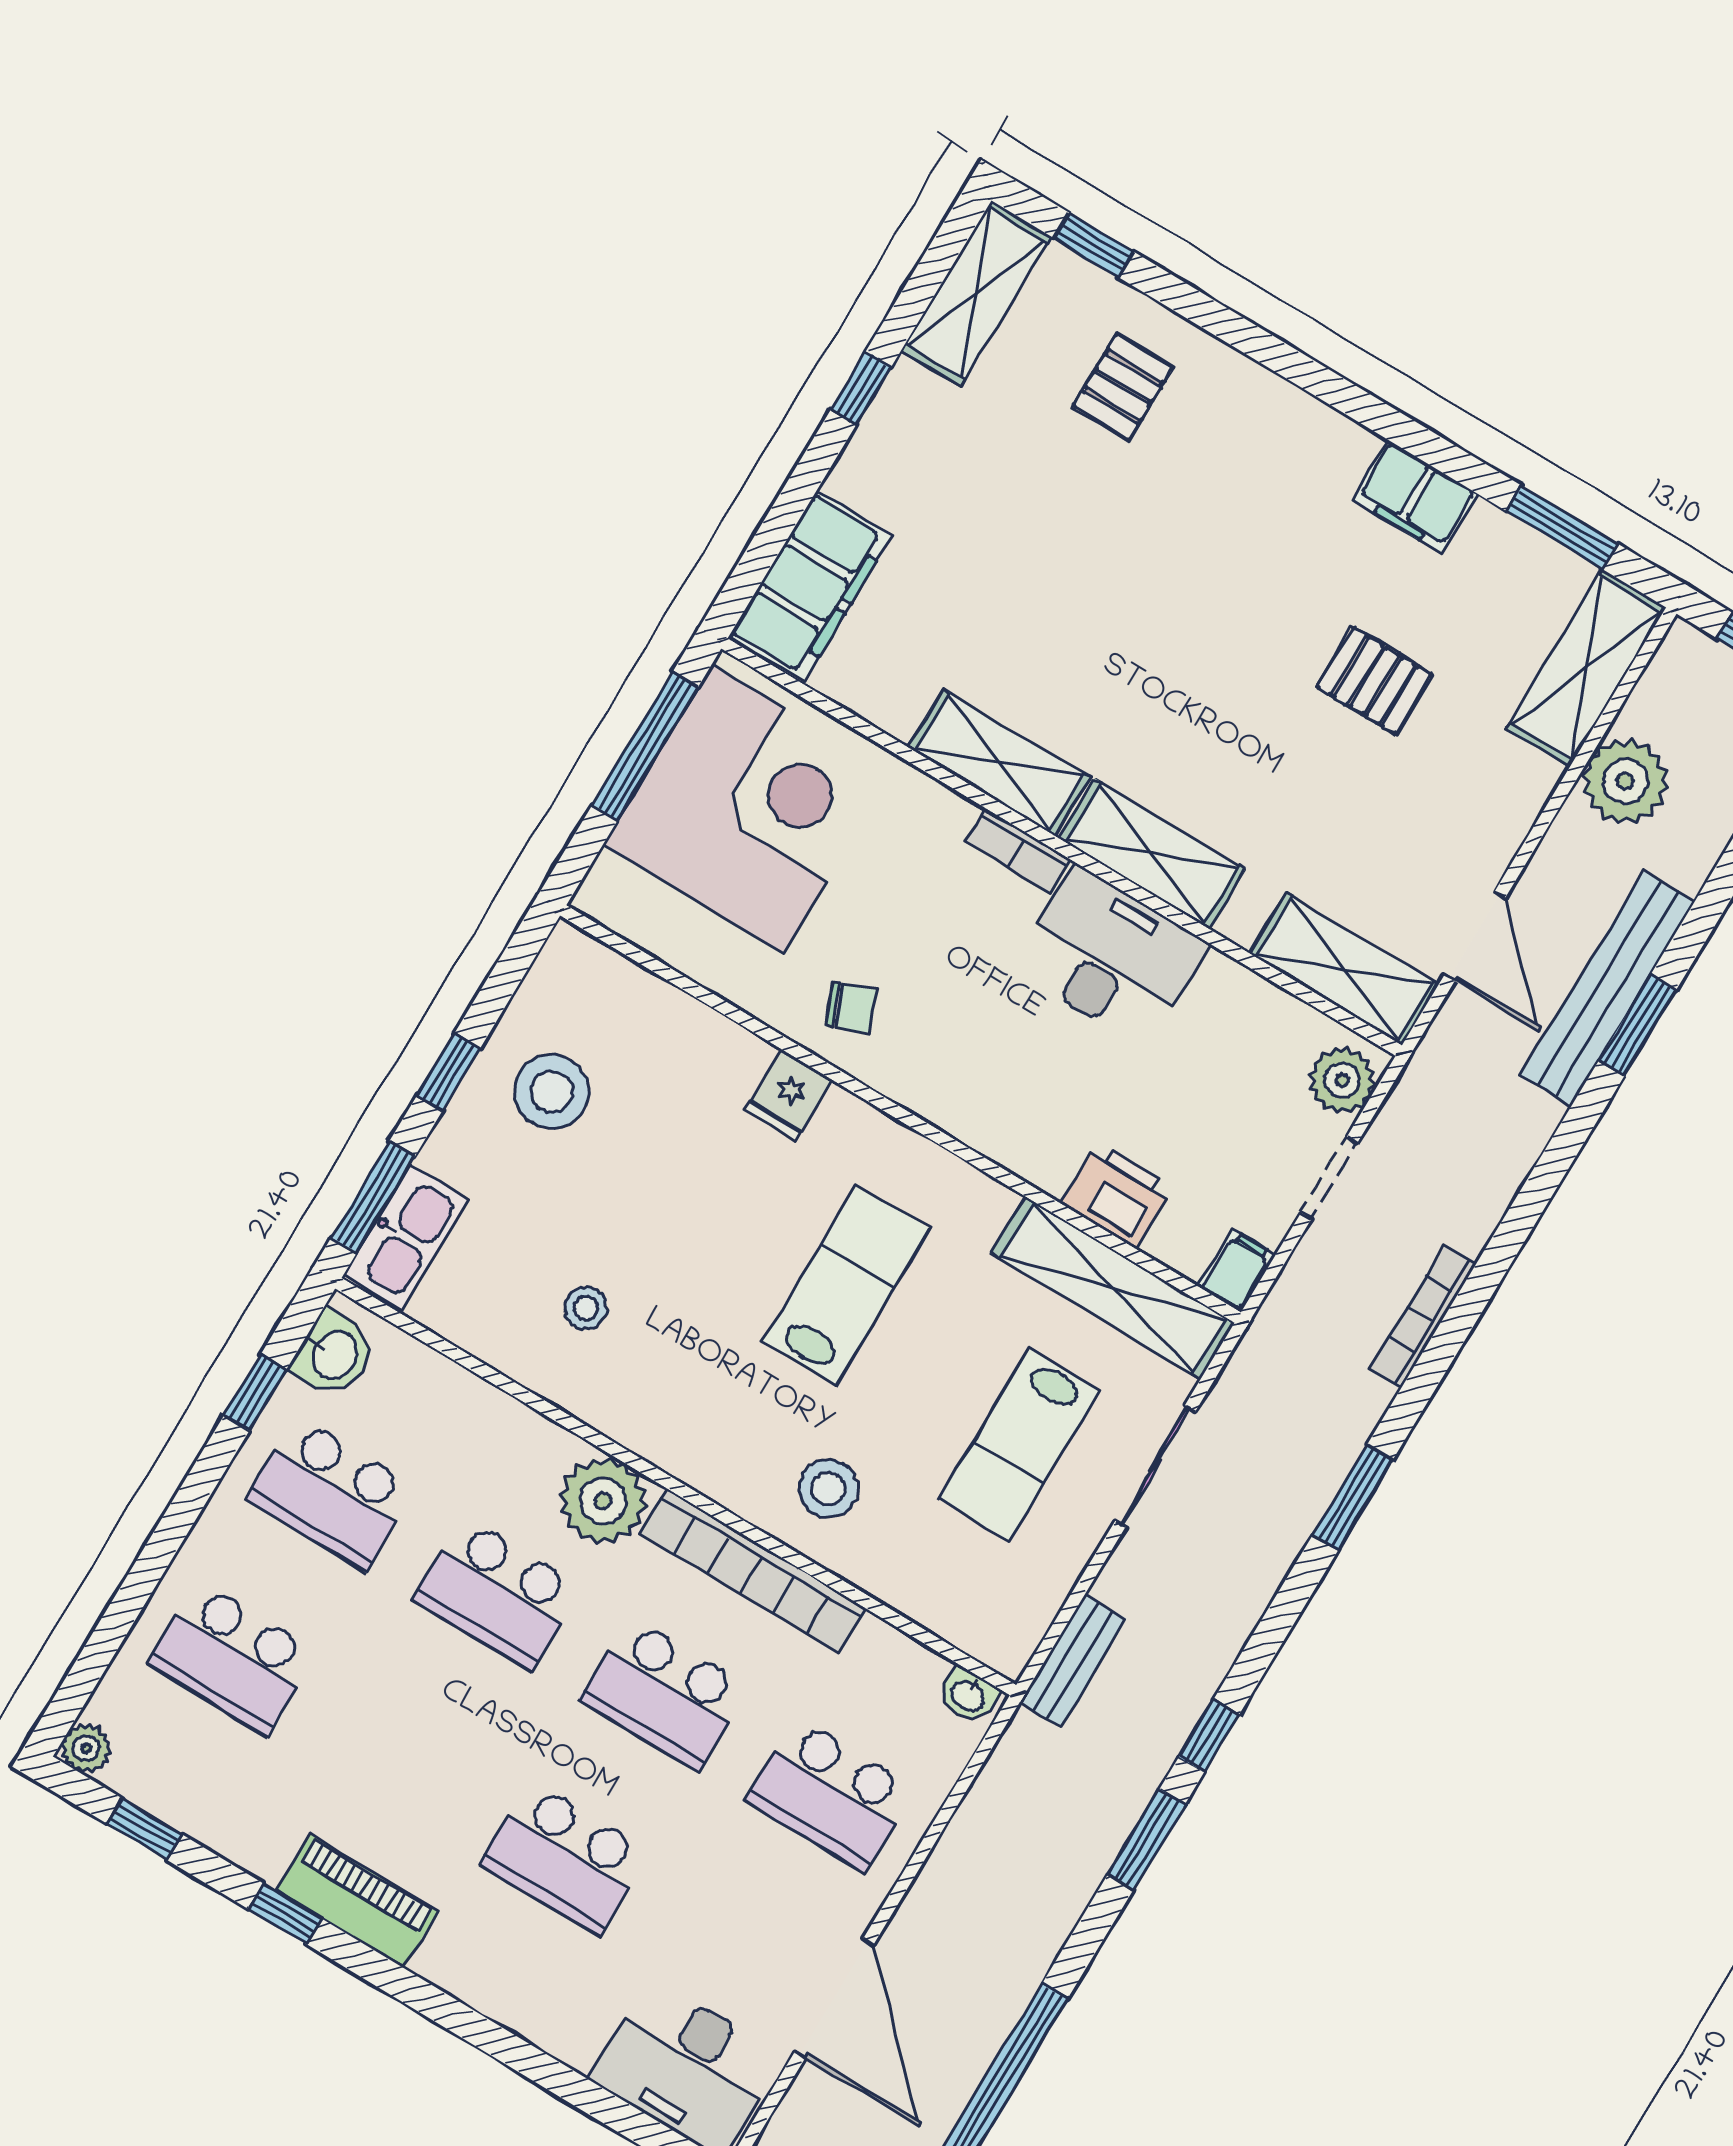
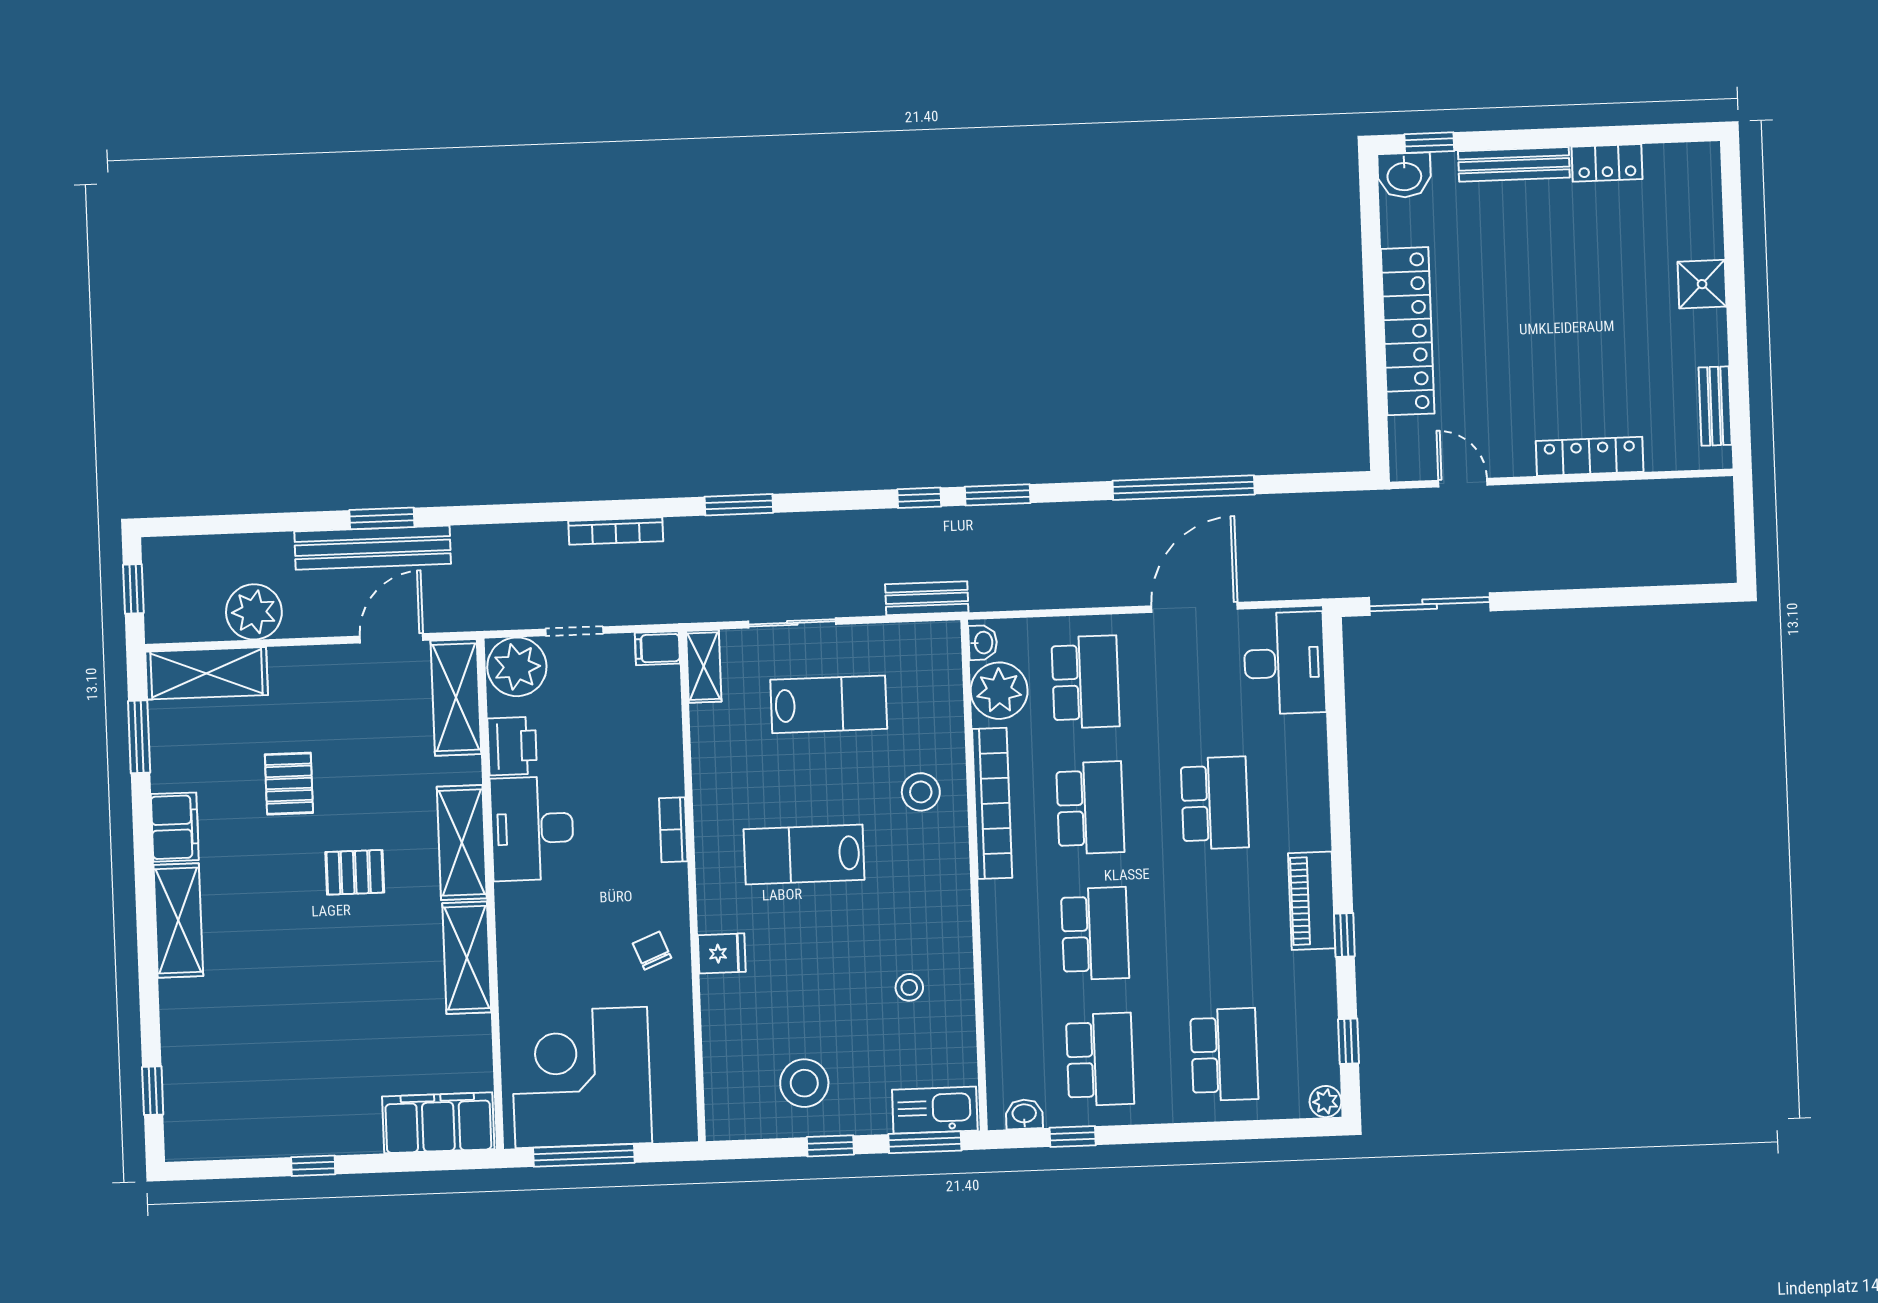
shelving: (976, 293) -> (178, 921), moved, turned 90
pallet: (1123, 387) -> (355, 872), moved
bookcase: (1018, 851) -> (673, 830), moved, turned 180
plant: (1342, 1080) -> (517, 667), width x1.36, depth x1.36
printer: (1117, 1195) -> (512, 746), moved, turned 180
shelving: (1113, 1288) -> (704, 666), width x0.45, depth x0.75
washbasin: (334, 1354) -> (1024, 1114), width x0.72, depth x0.69
plant: (603, 1501) -> (999, 691), moved

